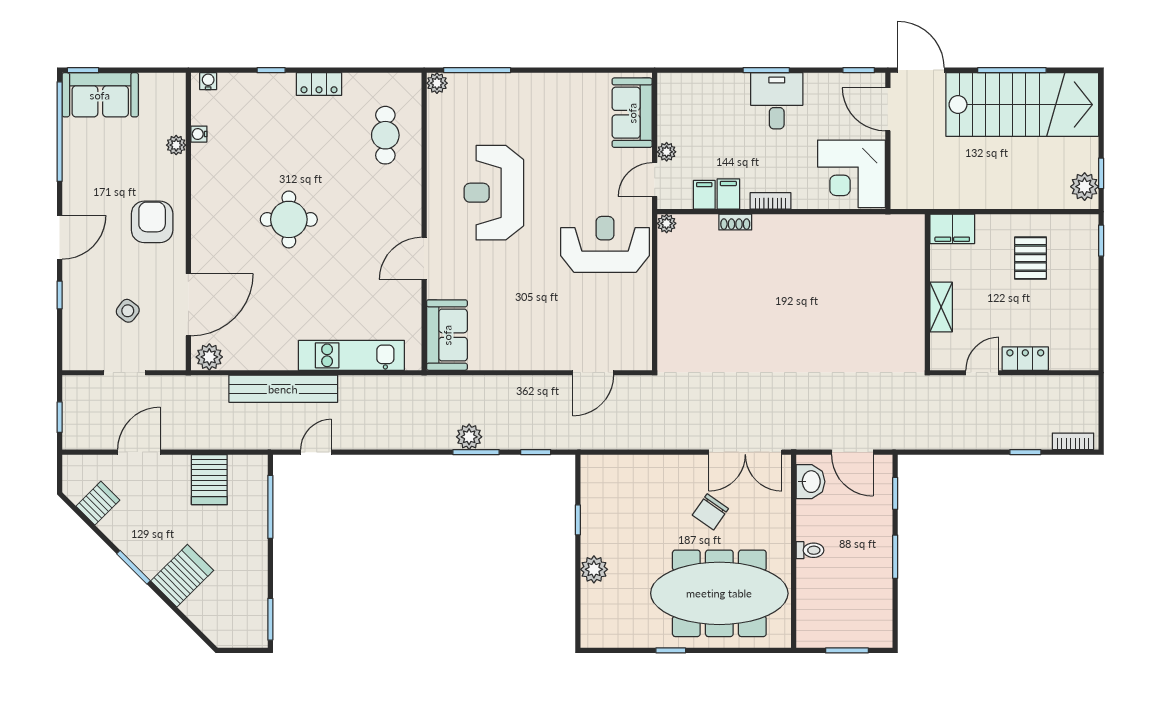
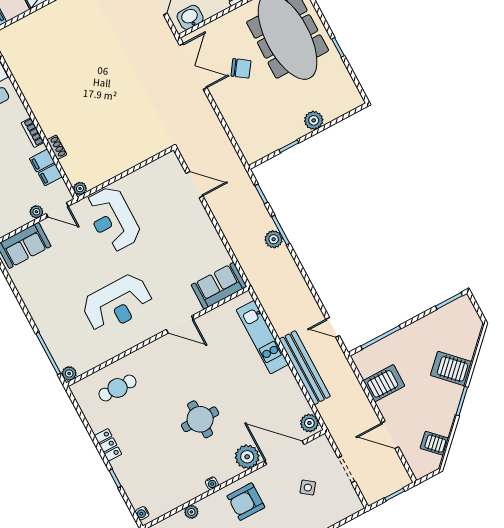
water cooler: (199, 134) -> (212, 483), moved
plant: (209, 254) -> (247, 457), added

